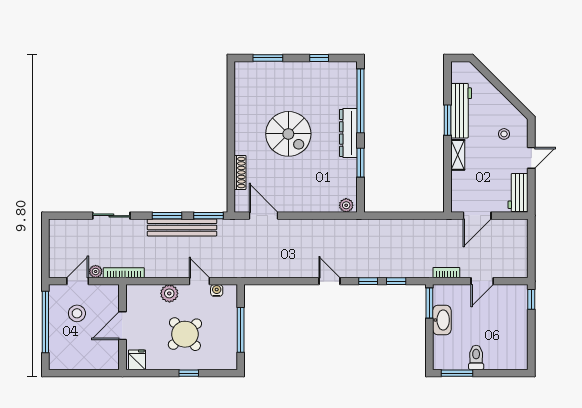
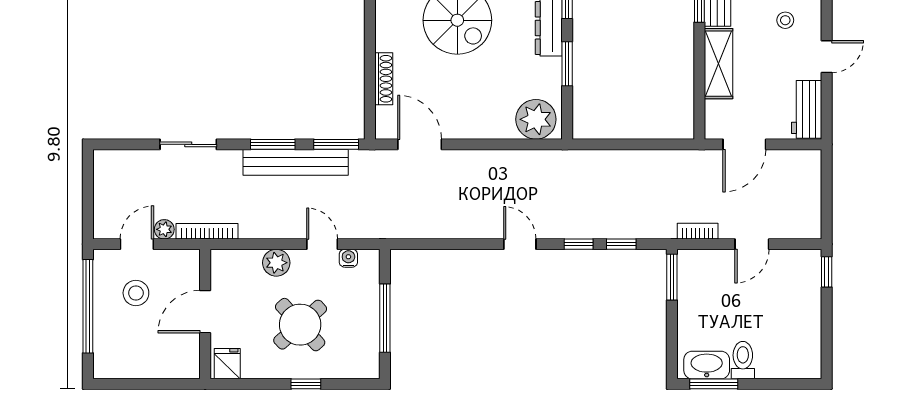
shelving: (458, 155) -> (718, 64), width x1.50, depth x1.33
plant: (346, 205) -> (536, 119), width x1.87, depth x1.87
washbasin: (442, 320) -> (707, 365), moved, turned -90

